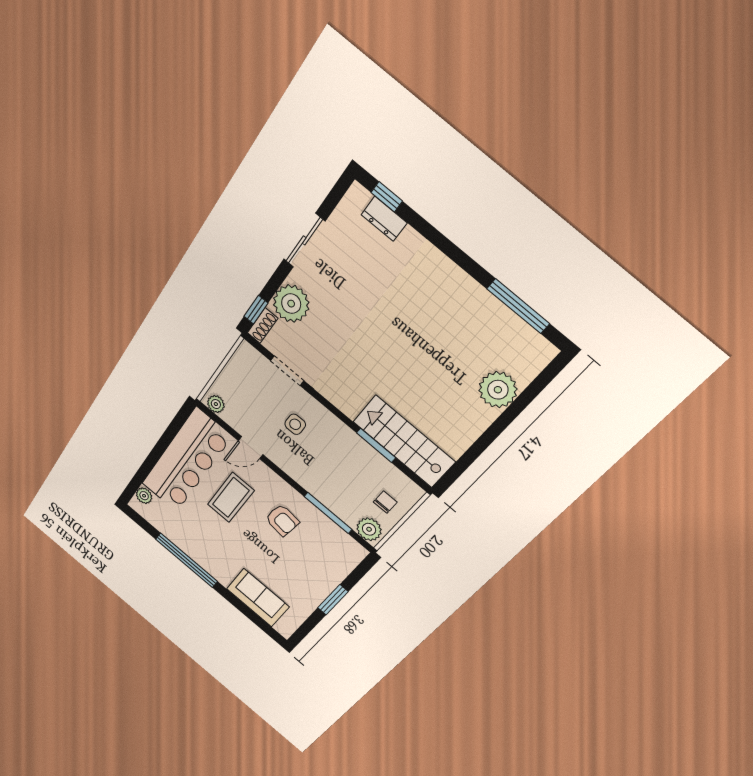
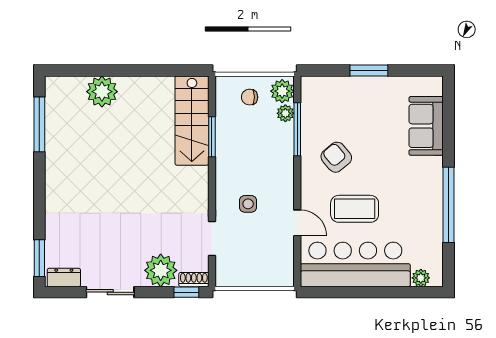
window: (387, 197) -> (39, 258), width x1.50
dresser: (384, 219) -> (64, 277), moved, turned -90
plant: (216, 404) -> (285, 113), moved
armchair: (282, 520) -> (336, 157), turned -47

